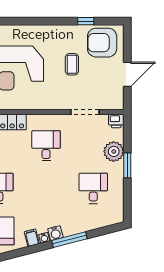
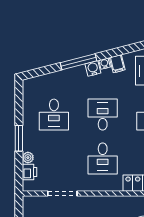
printer: (116, 121) -> (29, 172), moved, turned 90
plant: (114, 151) -> (28, 158), width x0.53, depth x0.53
desk: (46, 188) -> (103, 115), added

